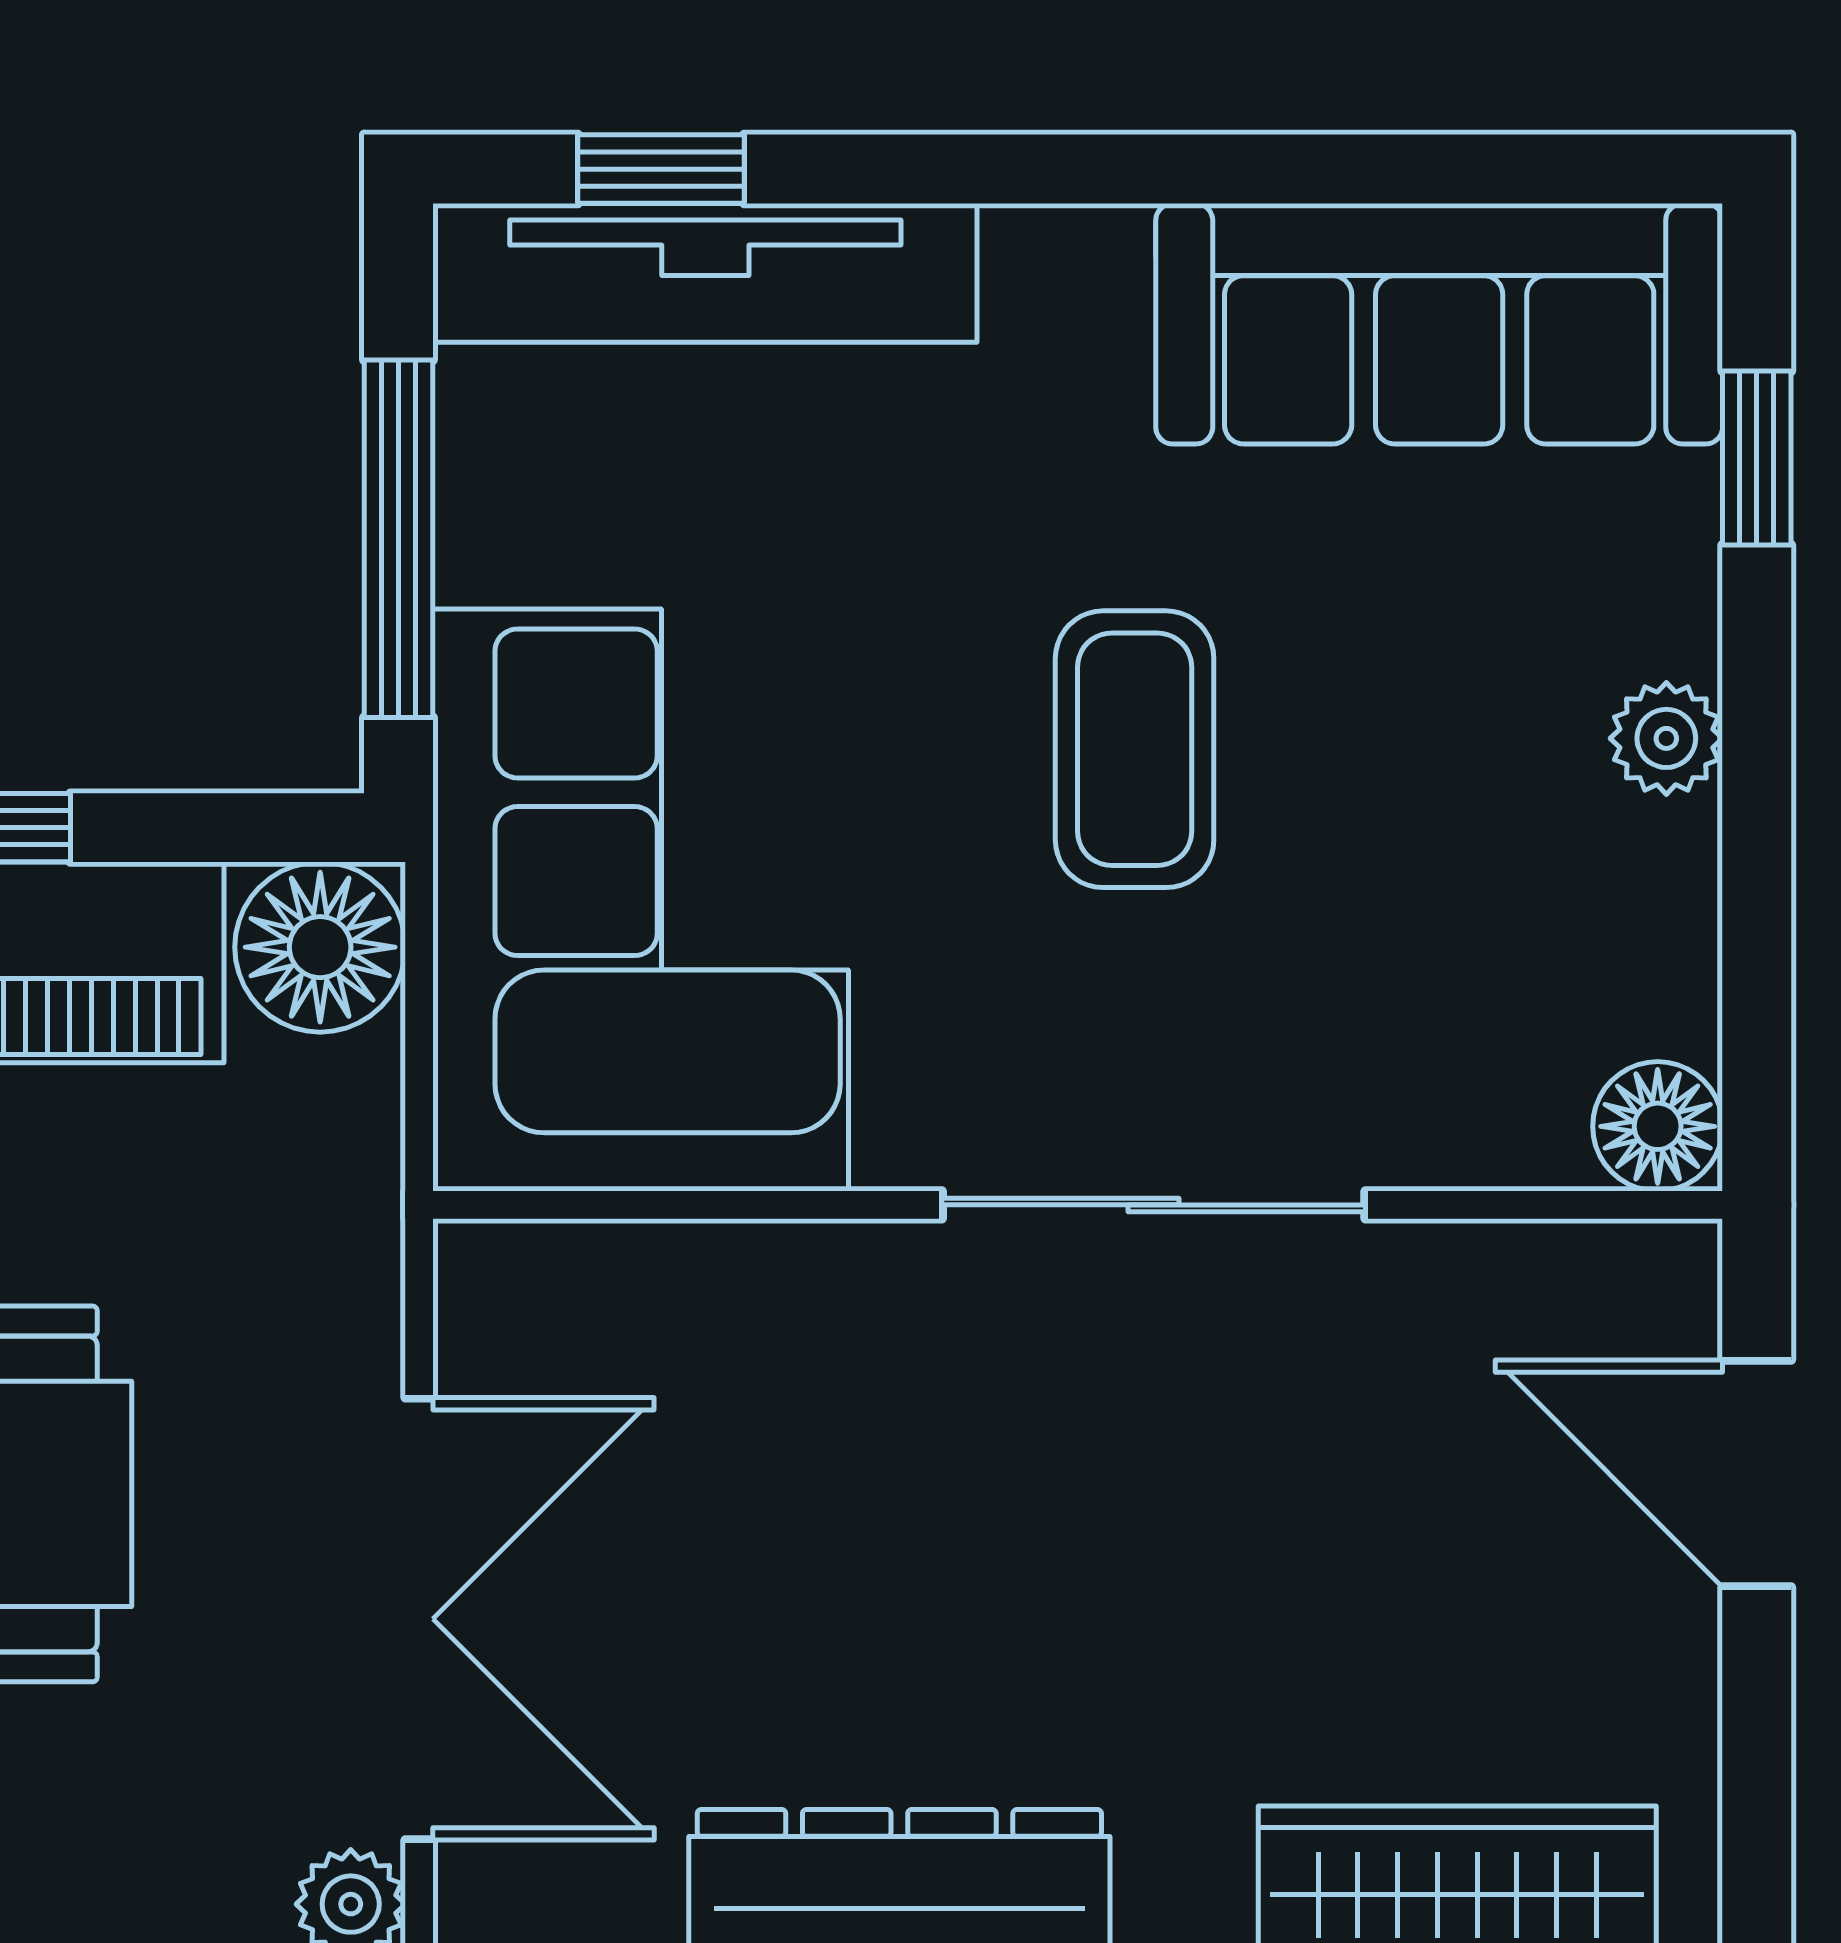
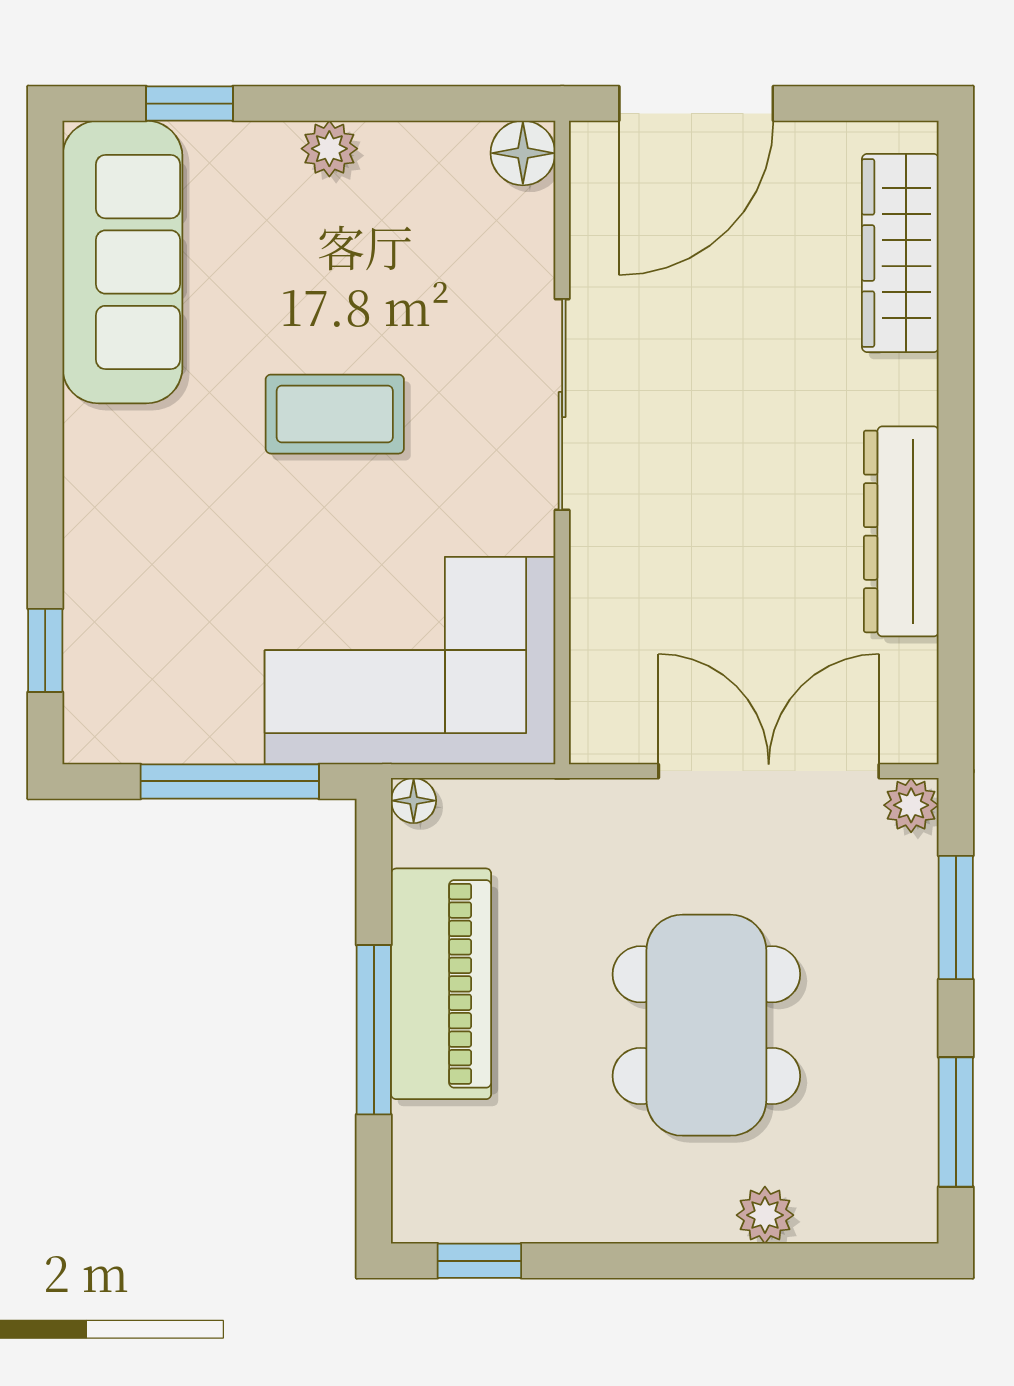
tv unit: (705, 273) -> (97, 628), removed
floor lamp: (320, 947) -> (414, 801), width x0.53, depth x0.53
door: (1757, 1474) -> (696, 104), width x1.36

